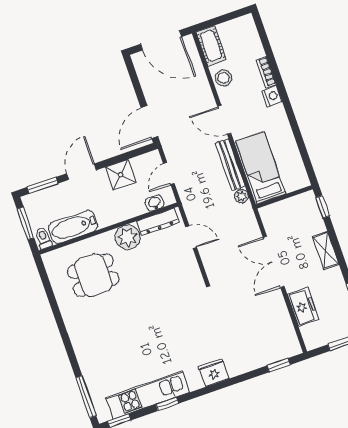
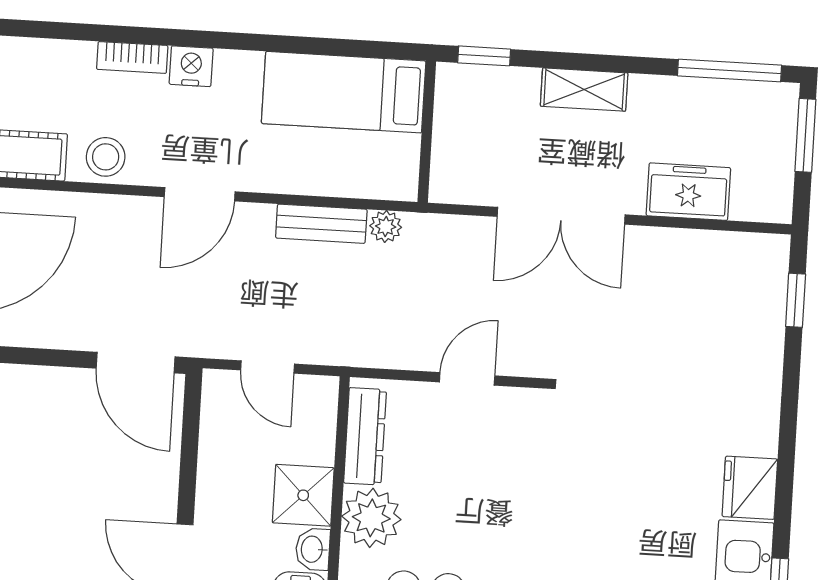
bench: (230, 165) -> (321, 224), width x0.73
bed: (261, 168) -> (344, 92), moved
shower: (121, 175) -> (303, 495), moved
washbasin: (155, 203) -> (313, 549), moved
door: (191, 237) -> (467, 379), moved
fridge: (214, 373) -> (750, 488), moved

